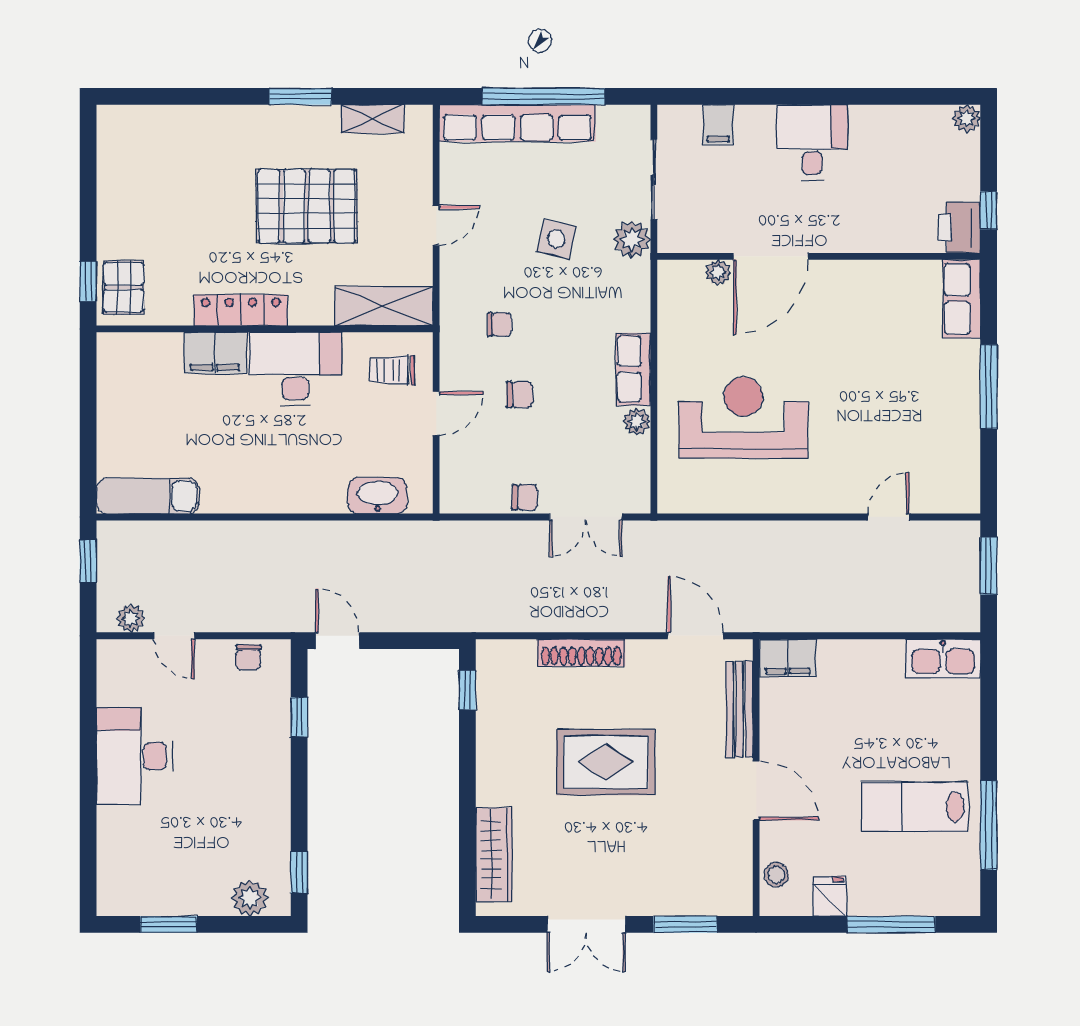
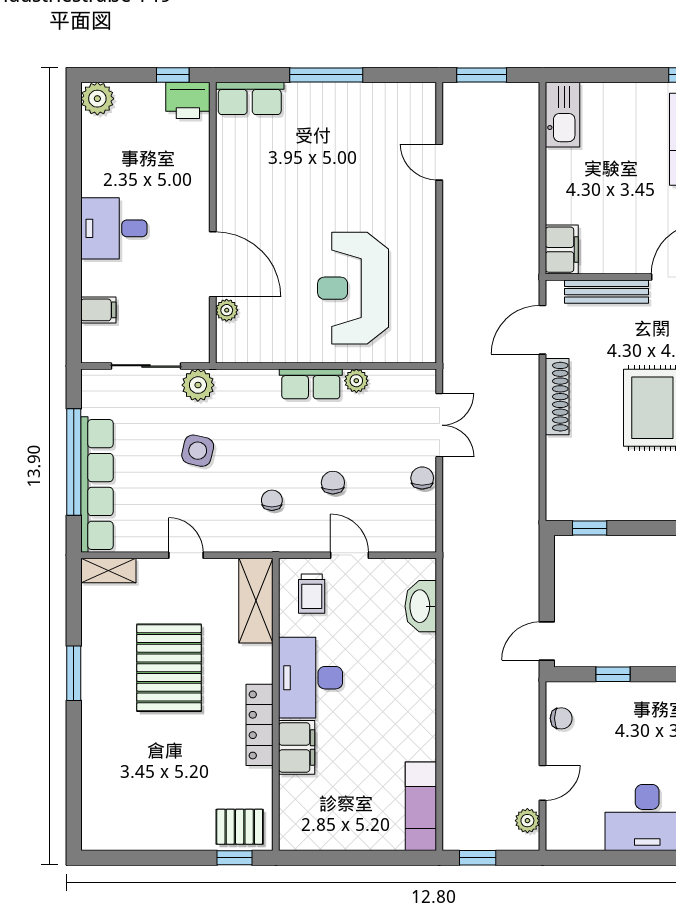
plant: (967, 118) -> (97, 99), width x1.38, depth x1.38
shelving: (372, 119) -> (108, 570), moved, turned 90
shoe rack: (581, 653) -> (557, 397), moved

